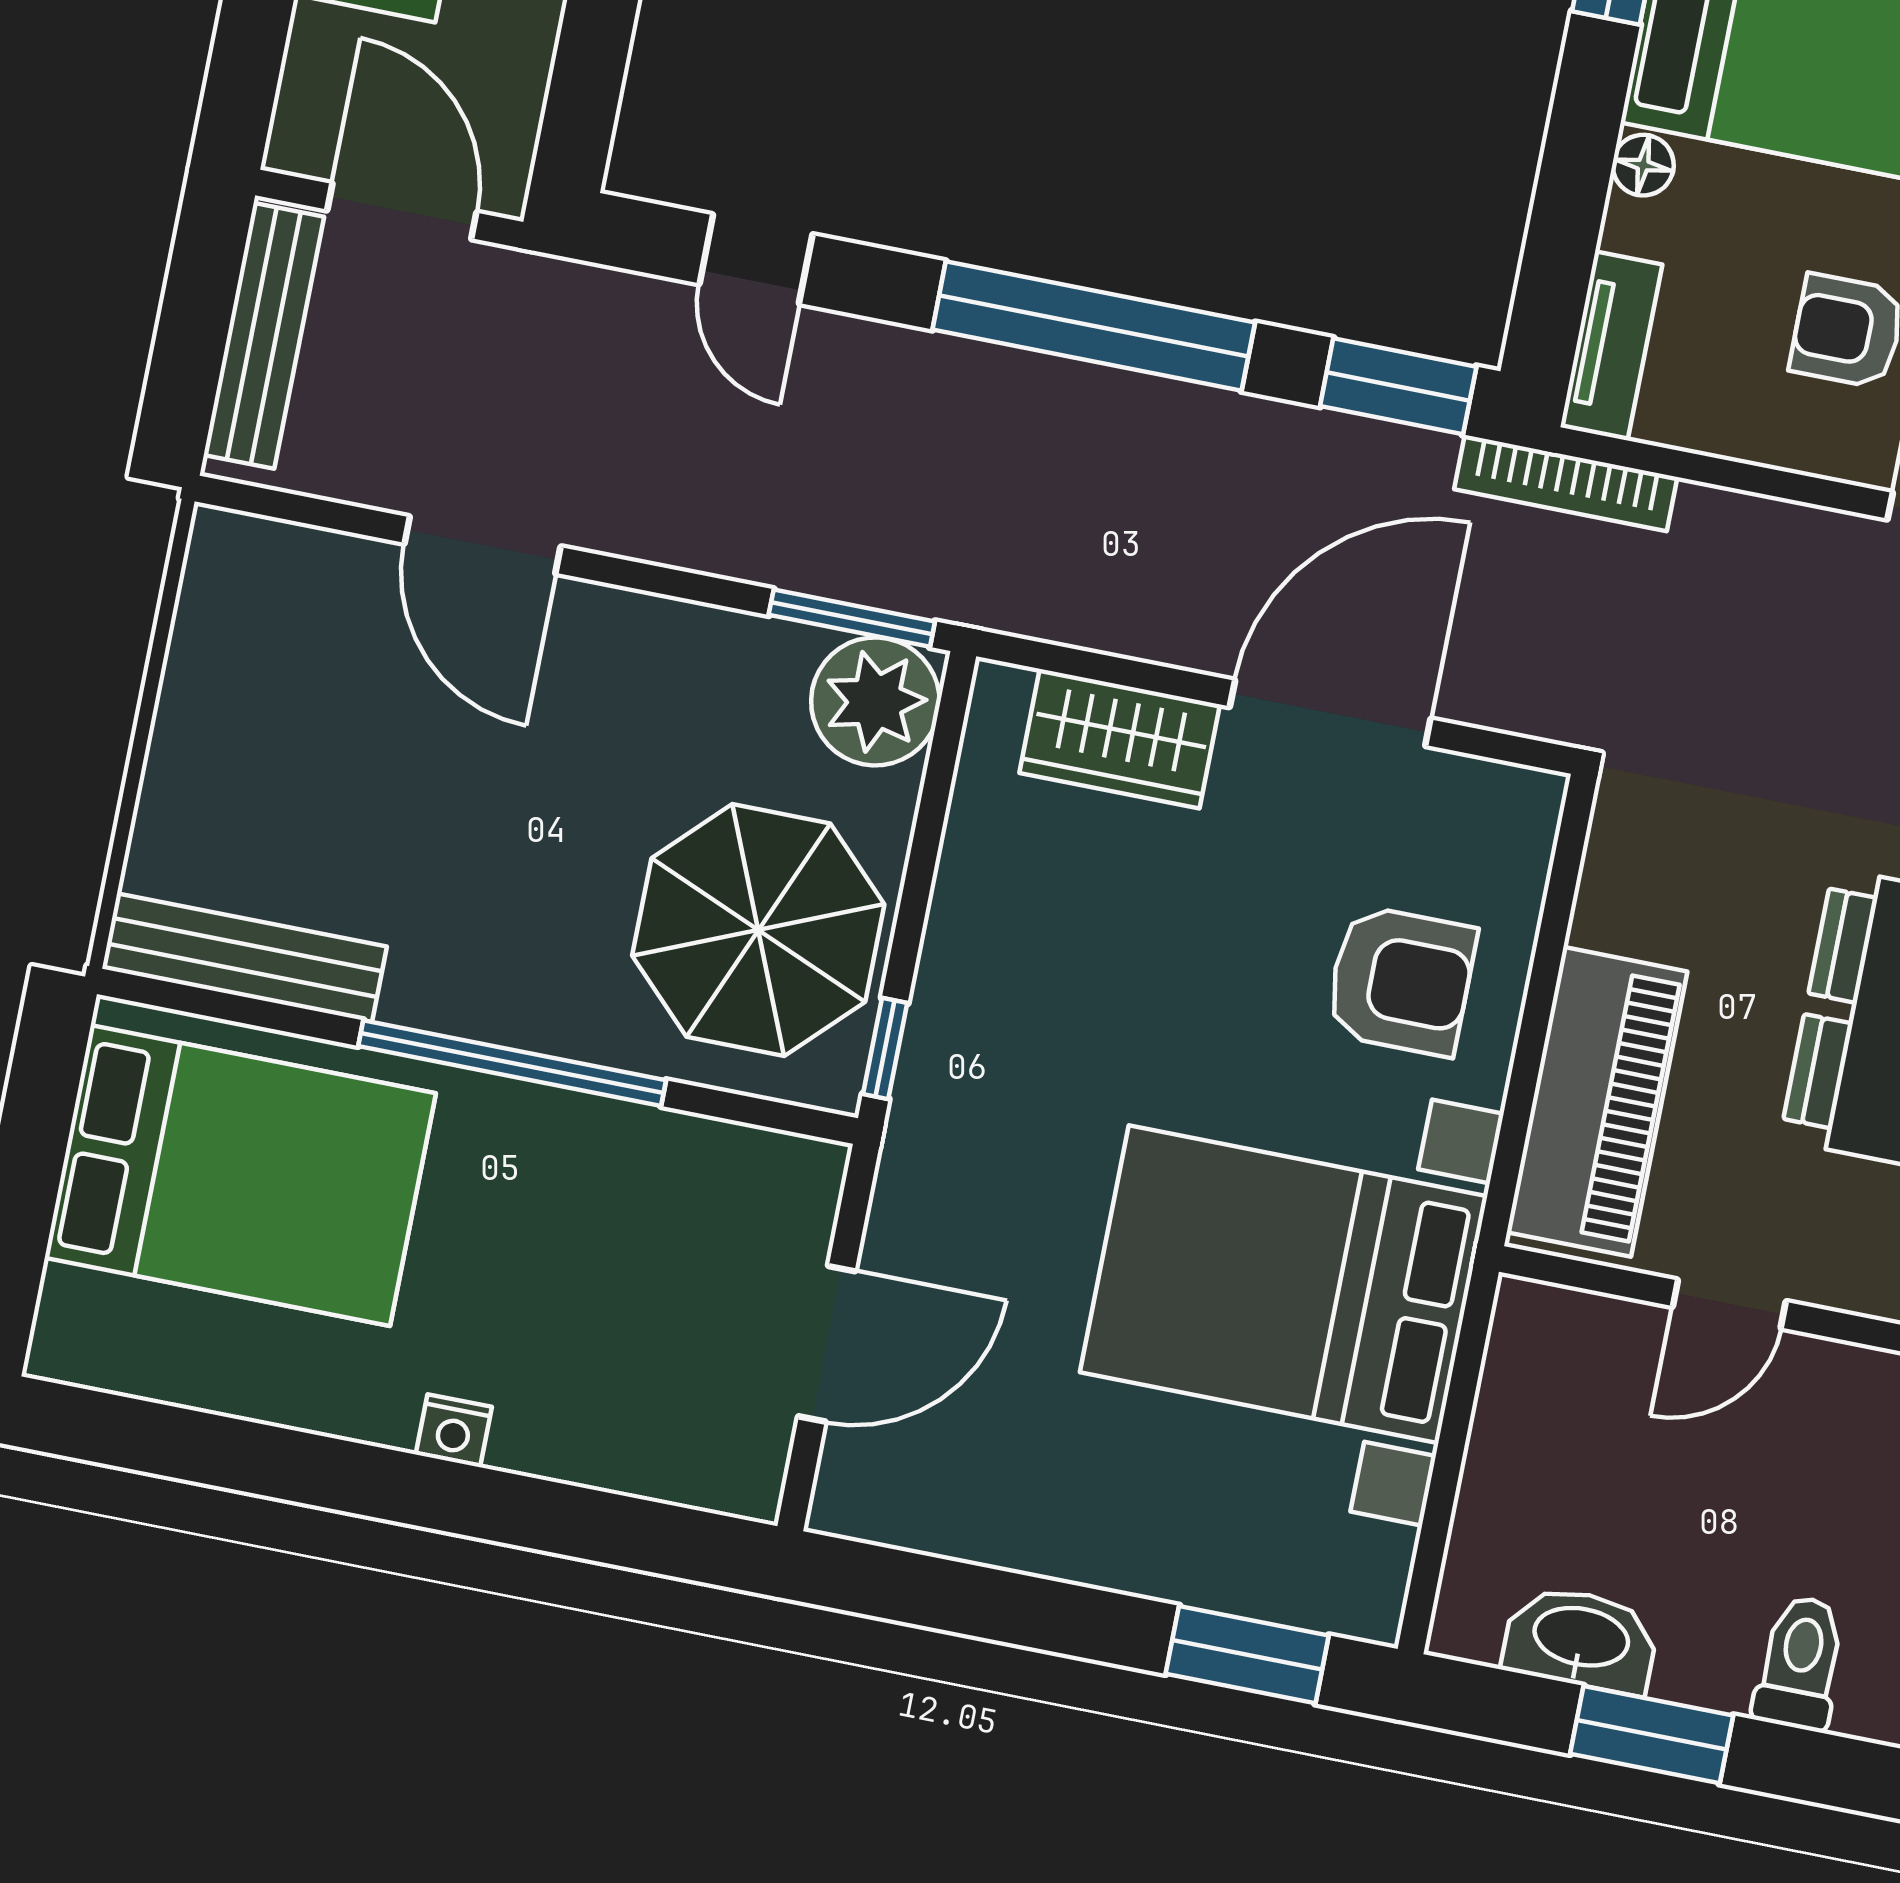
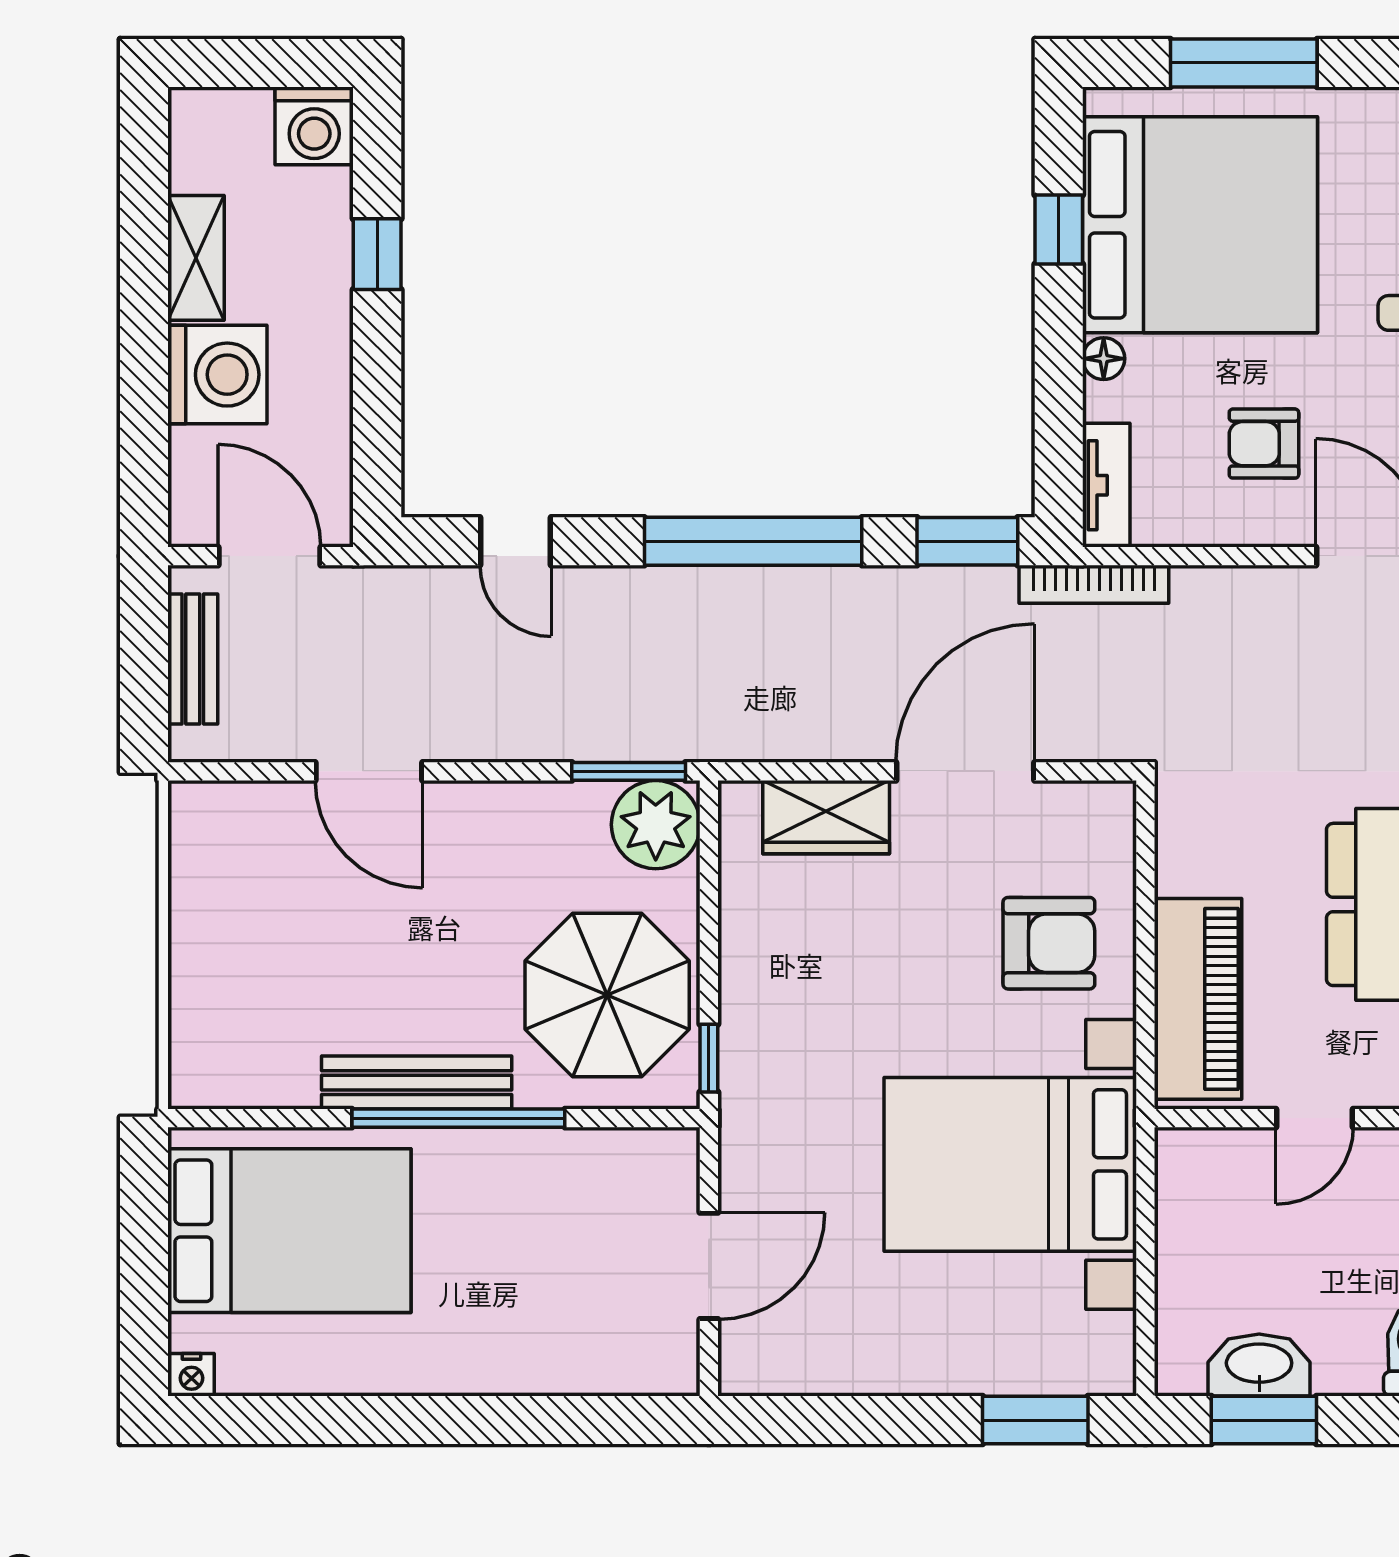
bench: (264, 336) -> (193, 659), width x0.73
bench: (244, 958) -> (417, 1083), moved
nightstand: (454, 1431) -> (192, 1375), moved
window: (1652, 1735) -> (1264, 1420), moved

